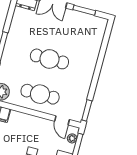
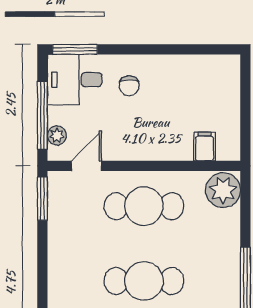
door: (62, 120) -> (86, 166), hinge flipped

